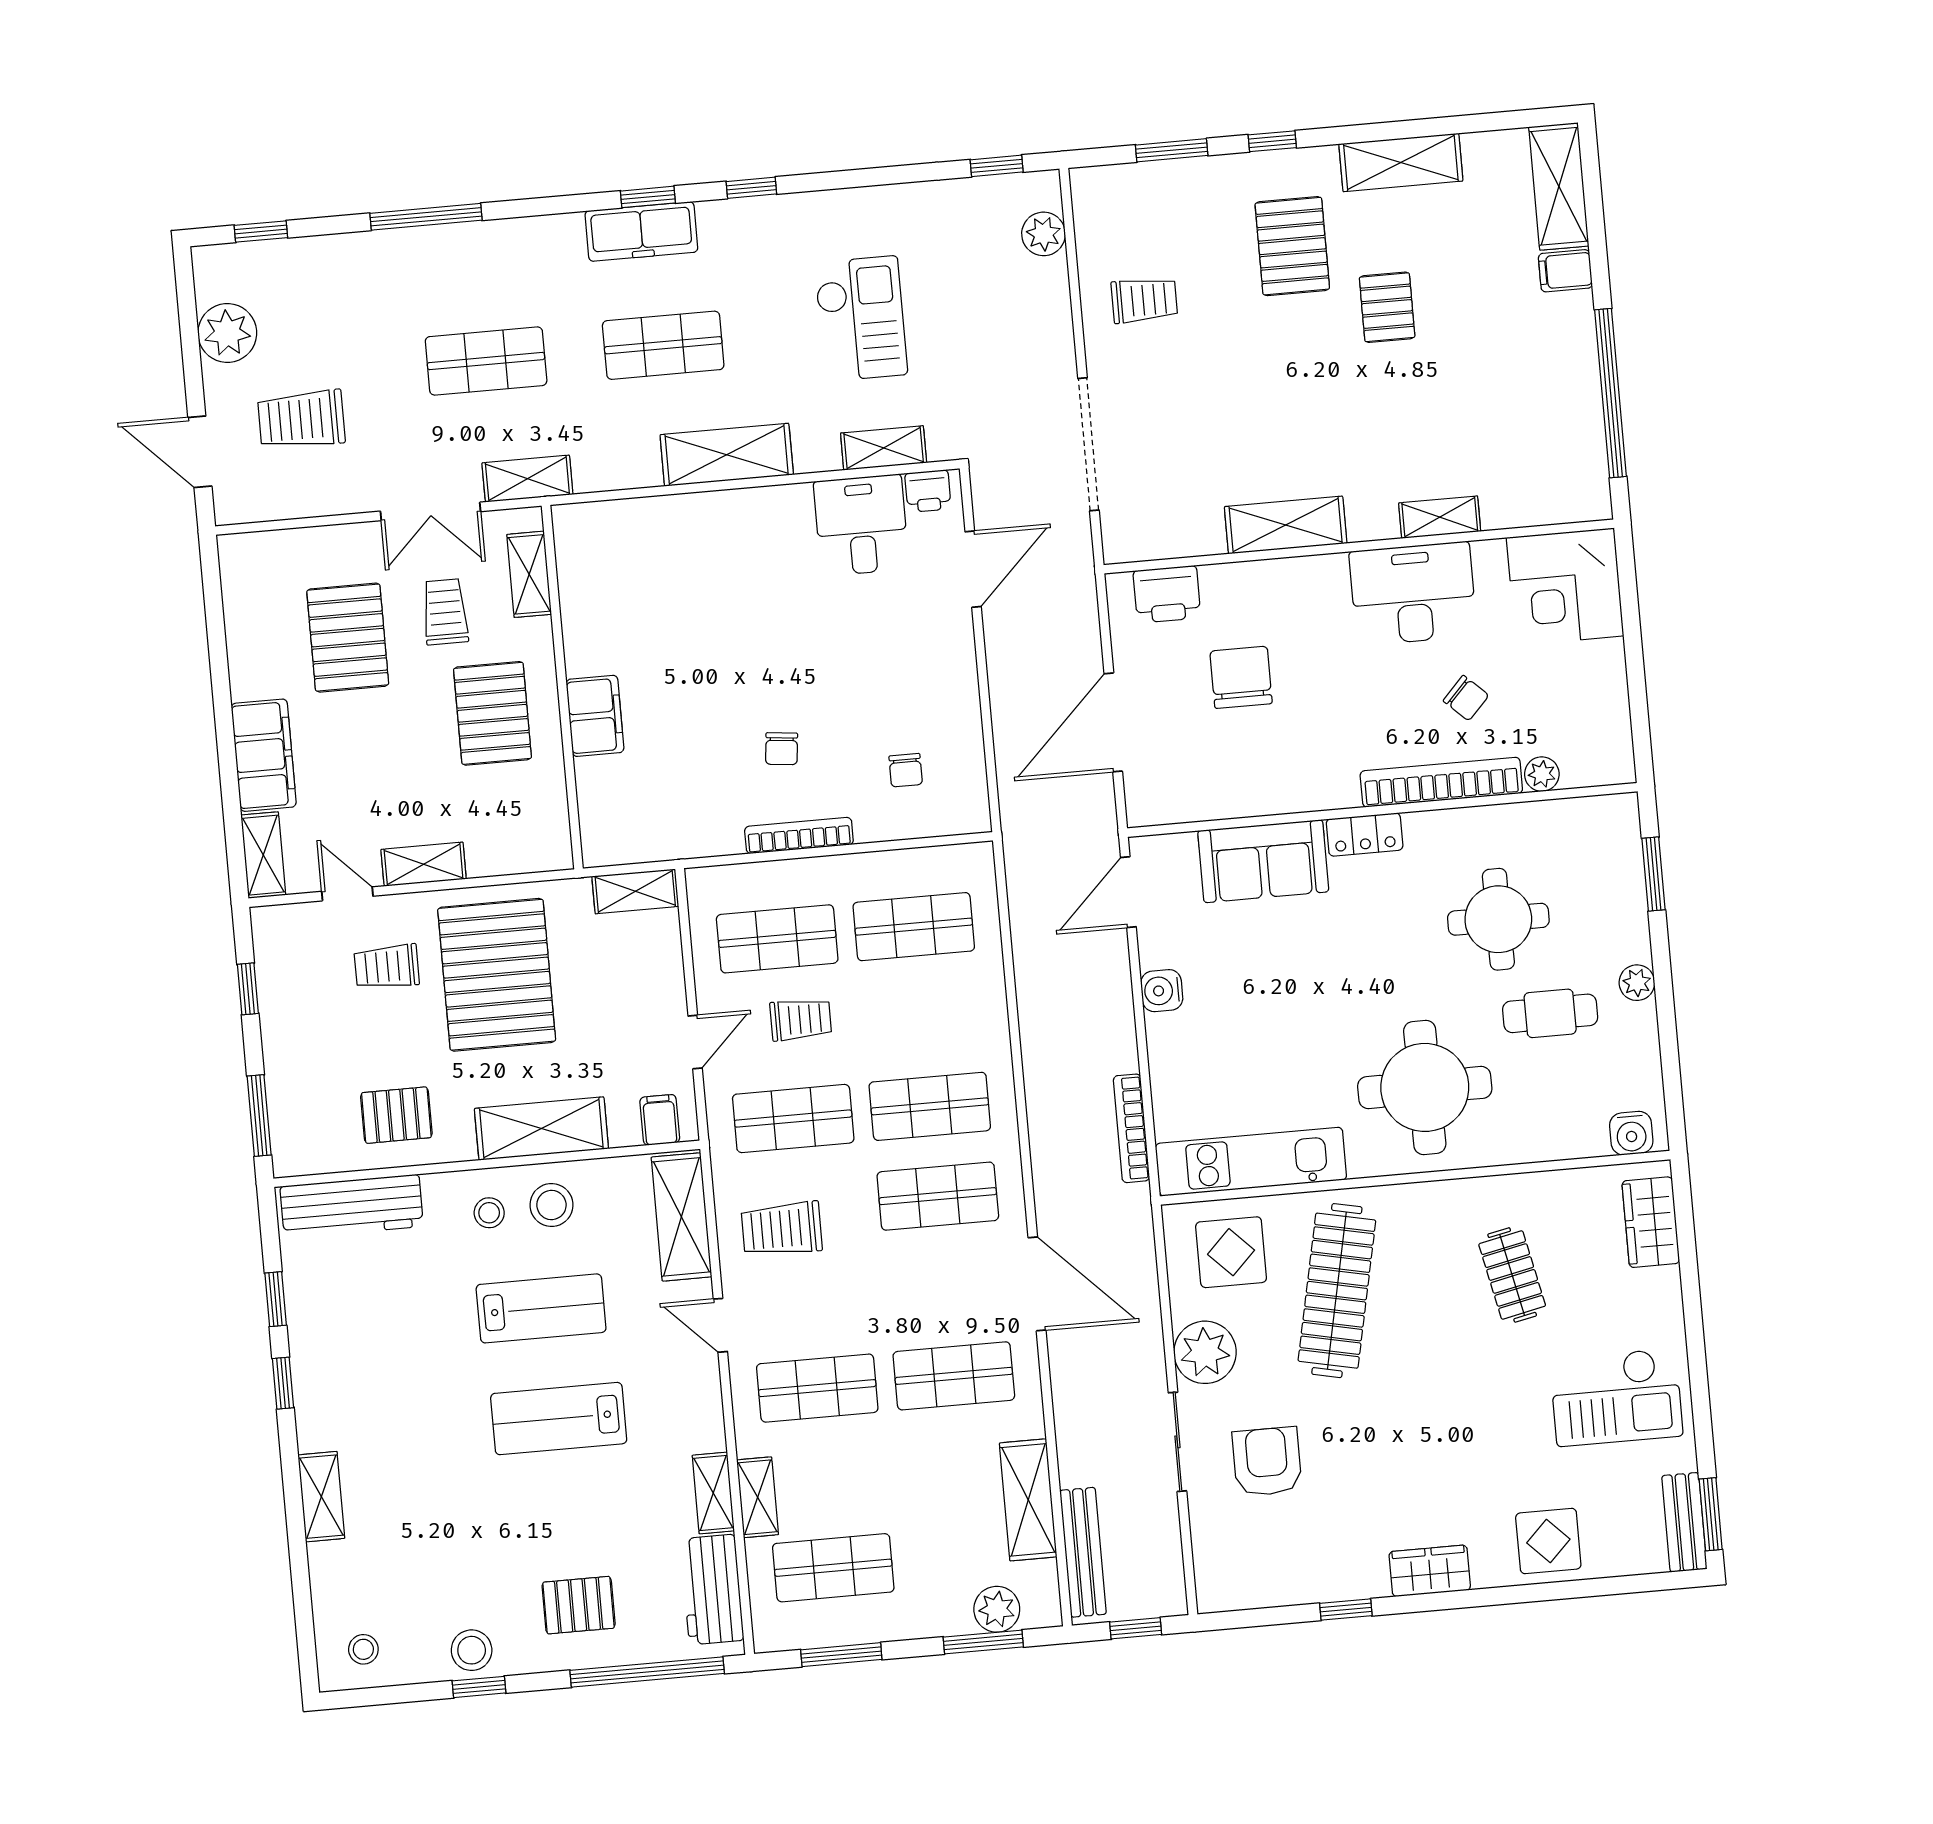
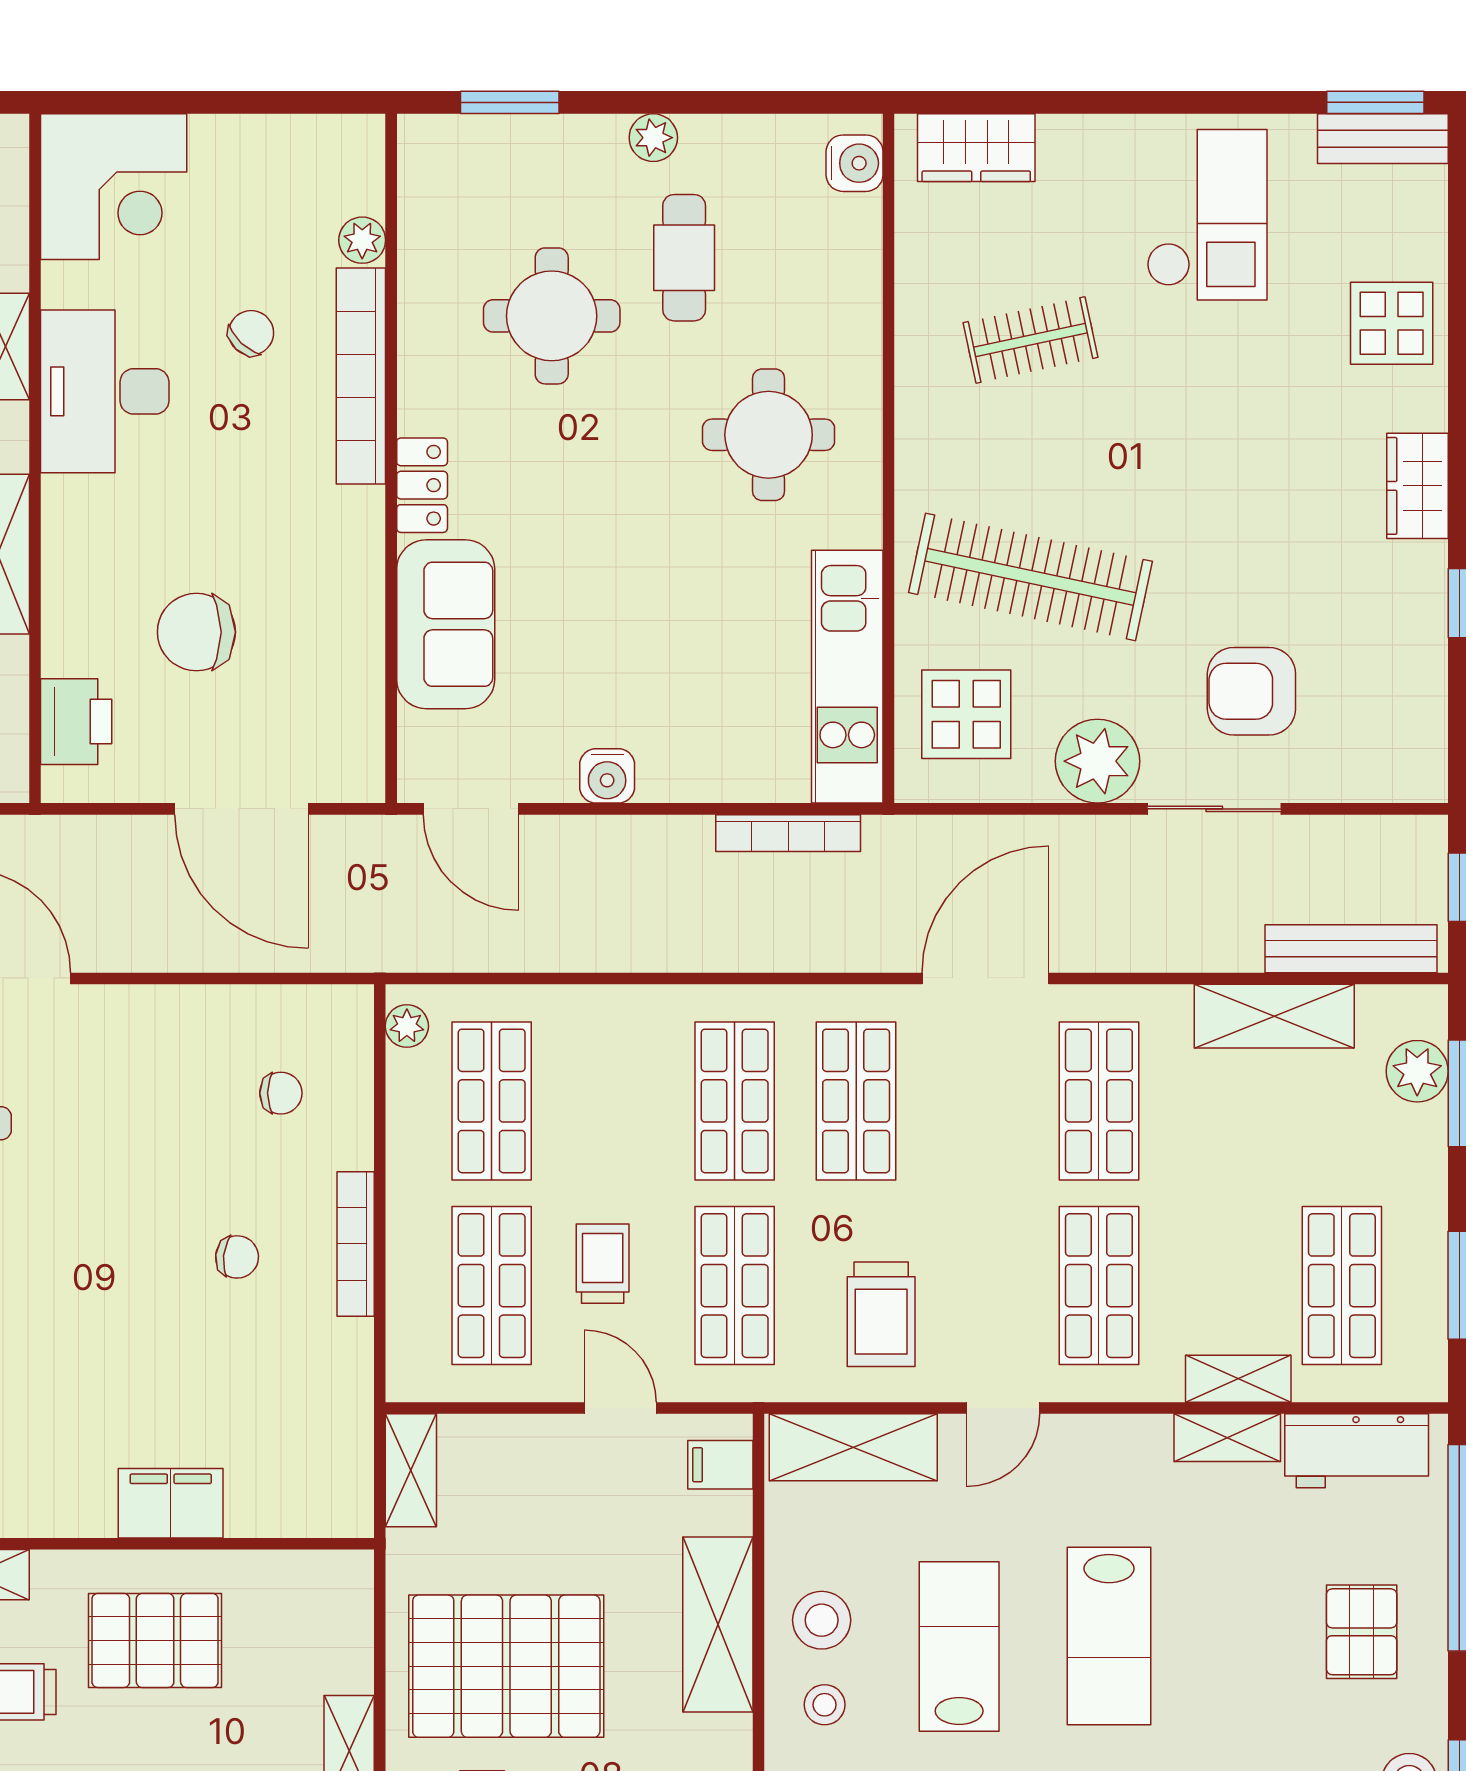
plant: (964, 859) -> (407, 1026), added
round table: (1425, 1087) -> (769, 435), width x0.73, depth x0.73

